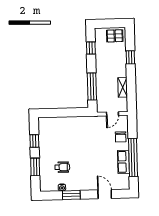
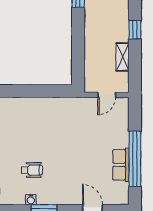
window: (130, 57) -> (135, 30), moved
window: (92, 86) -> (78, 54), removed
chair: (121, 137) -> (118, 128), removed

